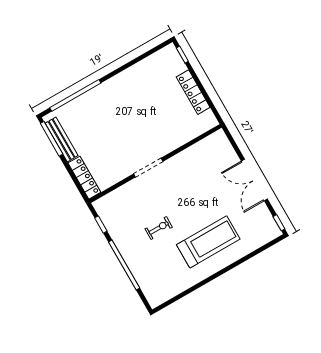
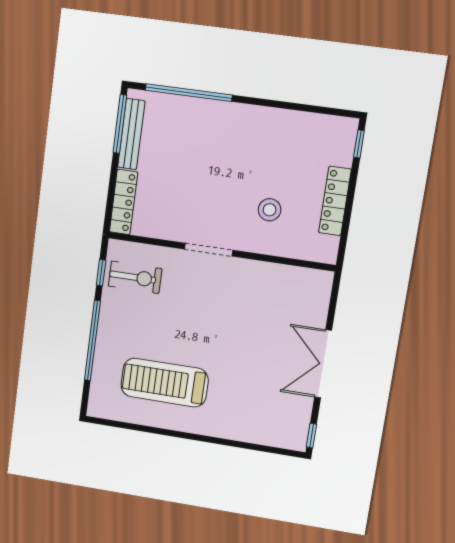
stool: (164, 122) -> (270, 210), added
exercise bike: (159, 228) -> (135, 277), moved, width x1.38, depth x1.39
treadmill: (208, 242) -> (164, 383), moved, turned 180

